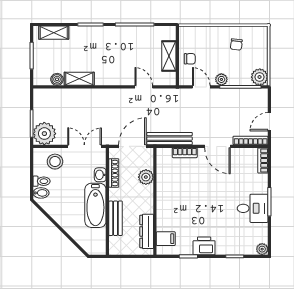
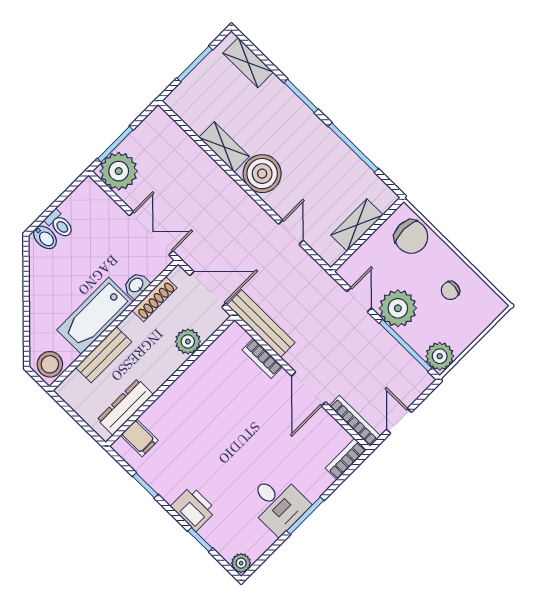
chair: (190, 59) -> (411, 237), moved, width x1.87, depth x1.87
boiler: (57, 79) -> (262, 174), moved, width x1.86, depth x1.86
plant: (221, 79) -> (398, 308), width x1.88, depth x1.88
door: (269, 122) -> (399, 421), hinge flipped
stool: (55, 162) -> (50, 364), moved
printer: (204, 246) -> (193, 508), moved

